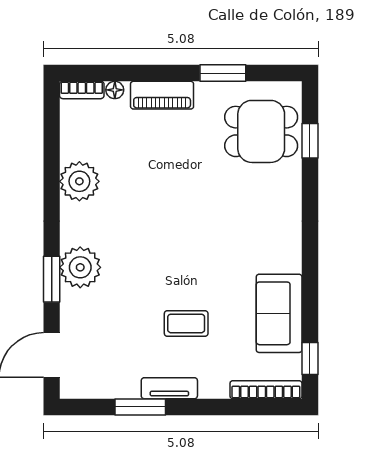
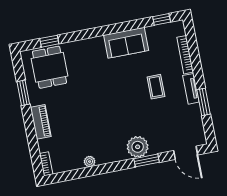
floor lamp: (115, 90) -> (43, 147), removed
plant: (79, 181) -> (90, 162), width x0.53, depth x0.53
sofa: (279, 313) -> (126, 43), moved
bookcase: (266, 390) -> (185, 55), moved

